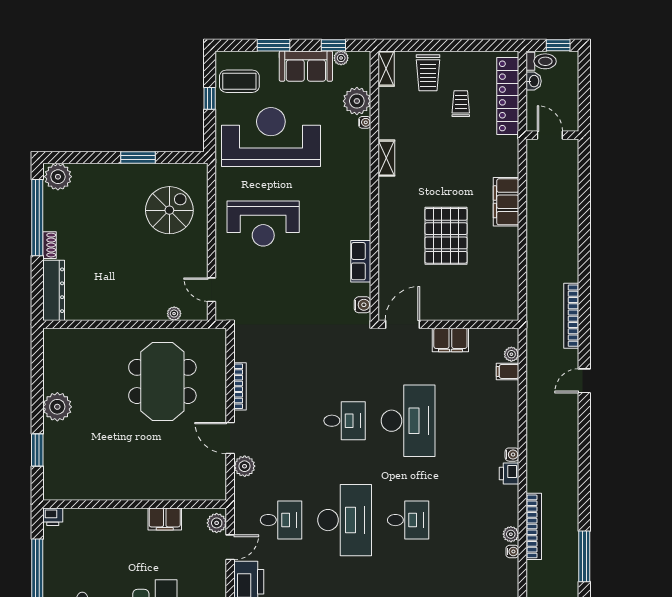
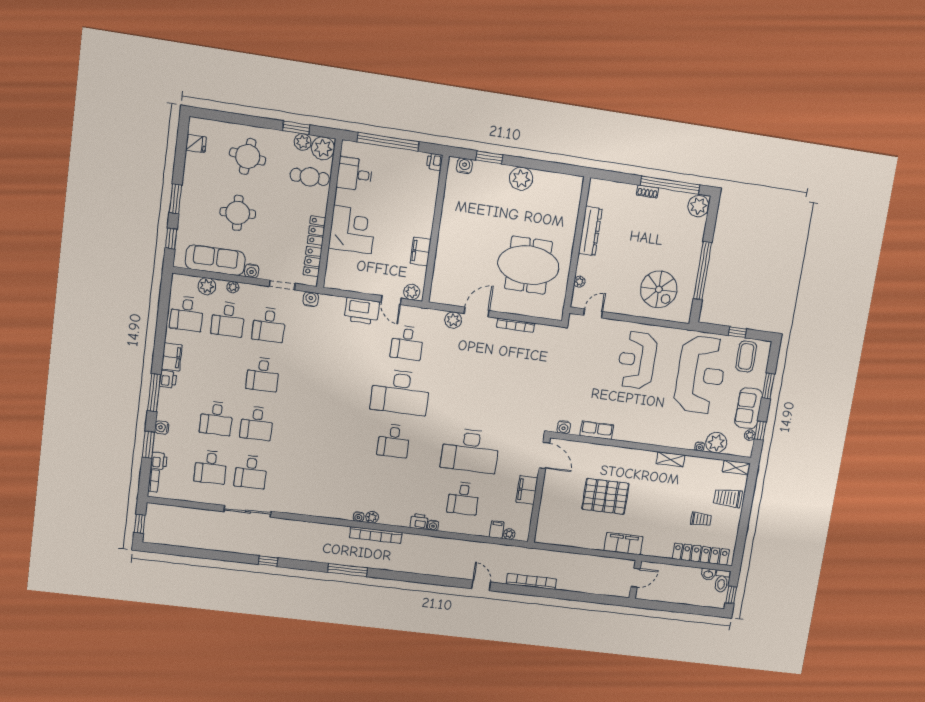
door: (550, 135) -> (636, 578), moved
wall: (552, 135) -> (635, 579), moved
window: (138, 158) -> (703, 271), width x2.11
dresser: (54, 290) -> (590, 231), moved, turned -90
desk: (345, 421) -> (463, 498), moved
water cooler: (52, 479) -> (464, 166), added

